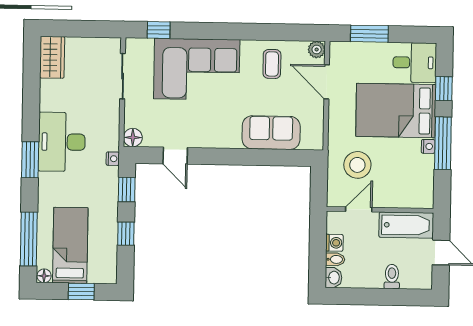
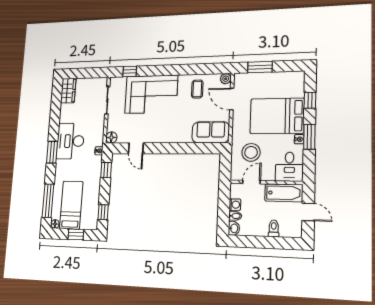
desk: (415, 63) -> (289, 167), moved, turned 90
sofa: (271, 133) -> (211, 132), moved
window: (443, 143) -> (309, 137), width x0.69
window: (126, 234) -> (103, 212), moved

